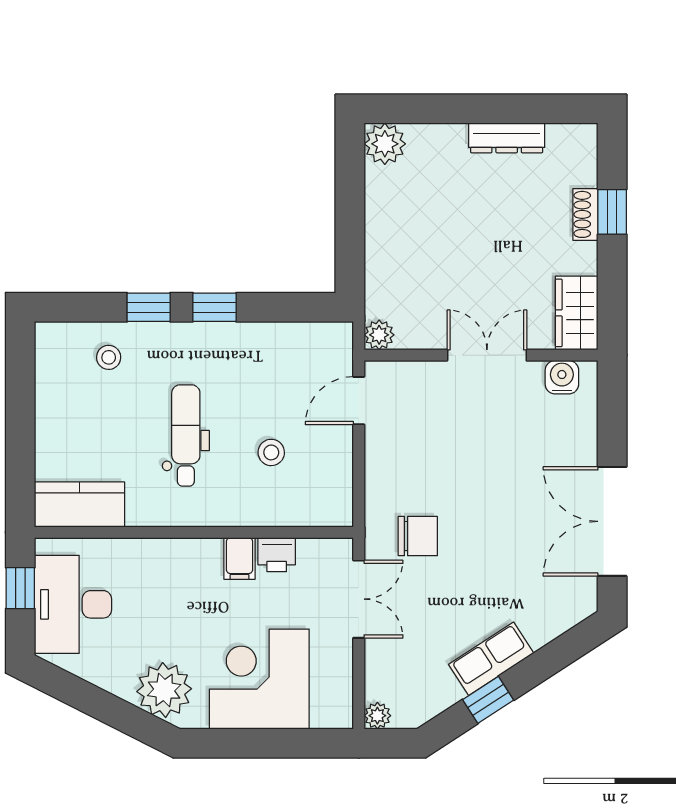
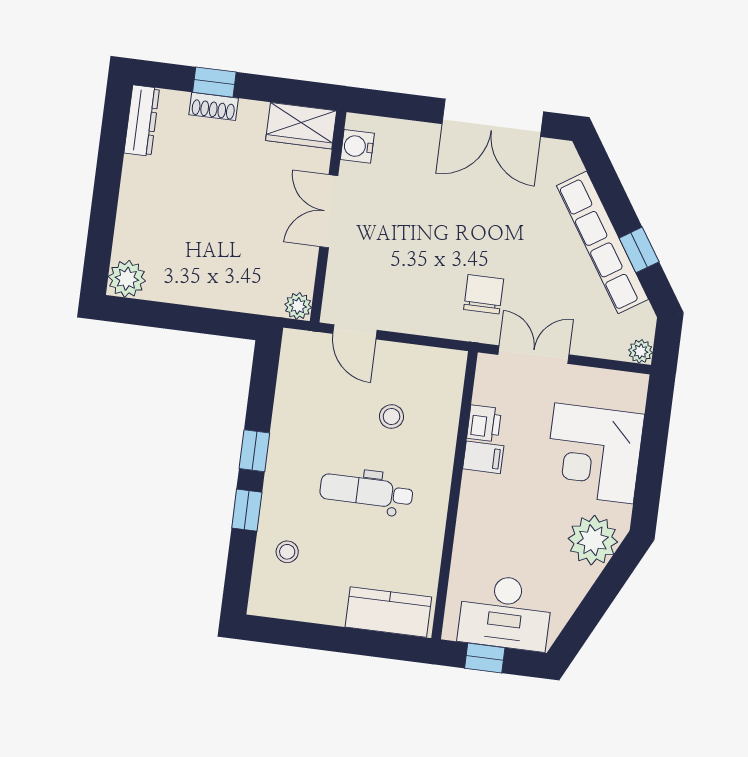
dresser: (507, 138) -> (142, 121), moved
kitchen counter: (80, 504) -> (388, 612), moved, turned 90
row of seats: (491, 659) -> (602, 242), width x2.02

